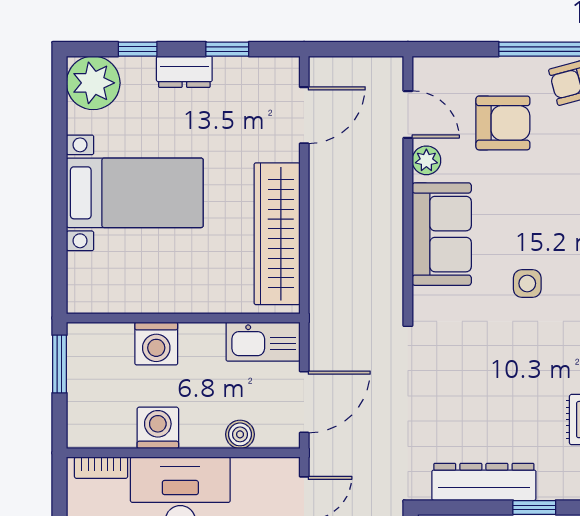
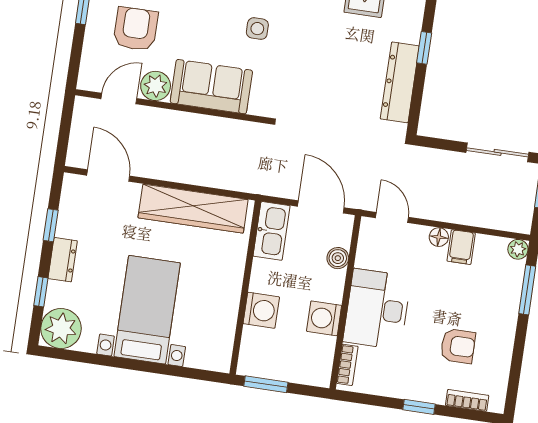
plant: (426, 160) -> (156, 86), width x1.38, depth x1.38

